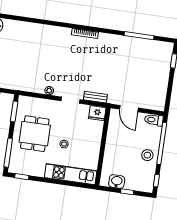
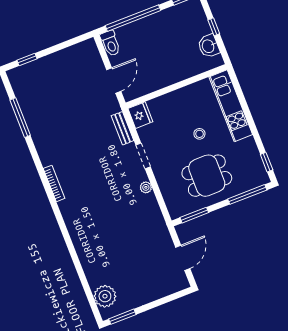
stool: (147, 155) -> (157, 27), removed

